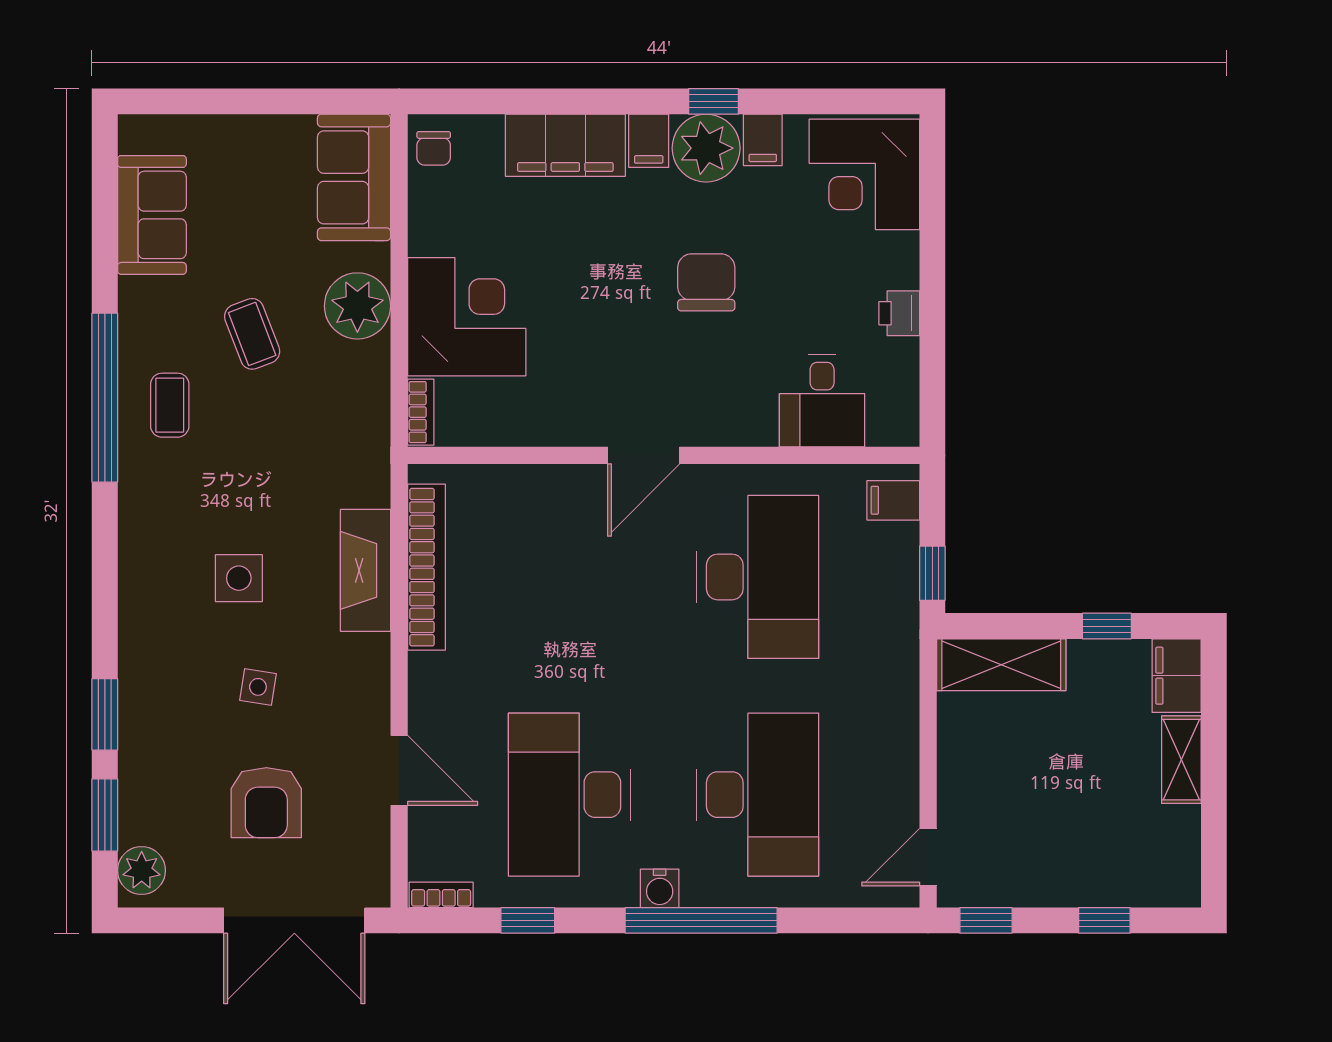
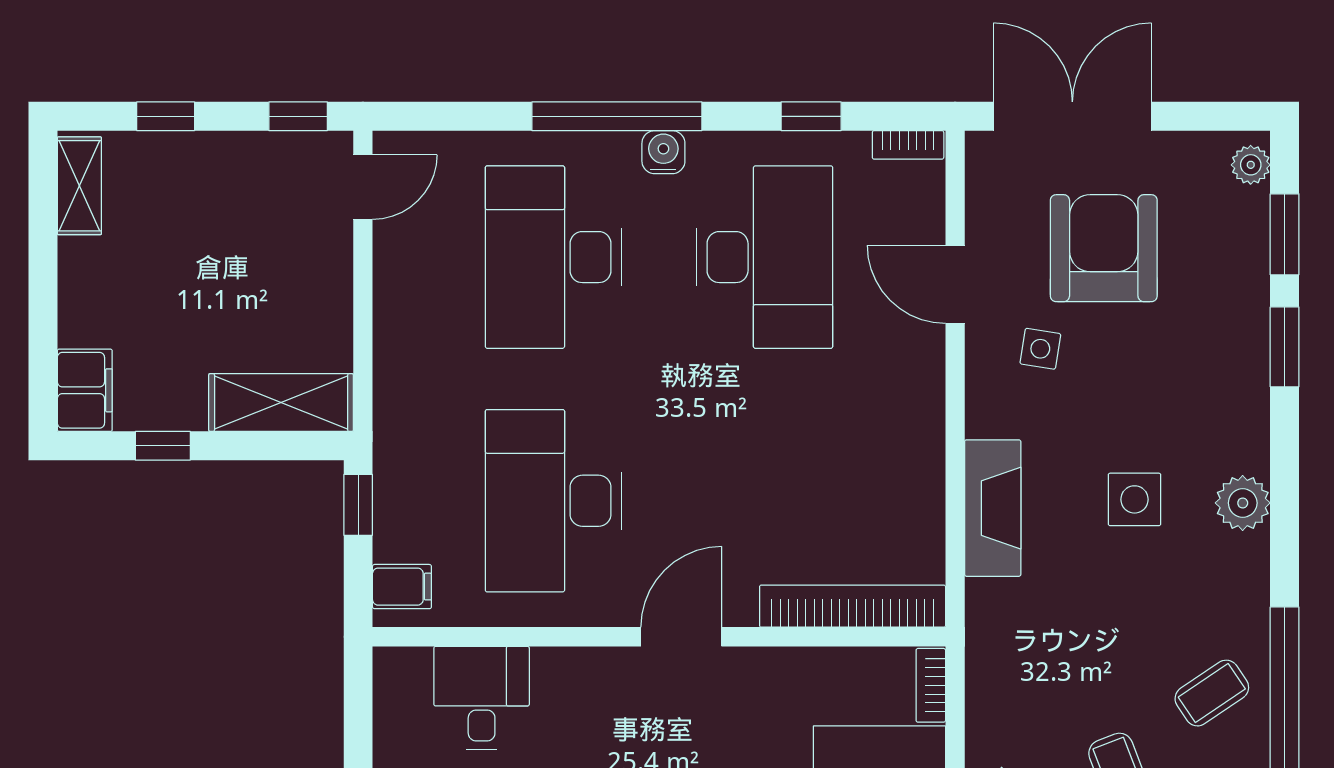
coffee table: (170, 405) -> (1212, 693), turned 56
bookcase: (426, 567) -> (853, 606), moved, turned 90
plant: (142, 575) -> (1243, 503), added
side table: (258, 687) -> (1040, 349), moved
shelving: (1181, 760) -> (79, 186), moved
armchair: (266, 803) -> (1104, 248), width x1.36, depth x1.36
plant: (142, 870) -> (1251, 165), width x0.73, depth x0.73

